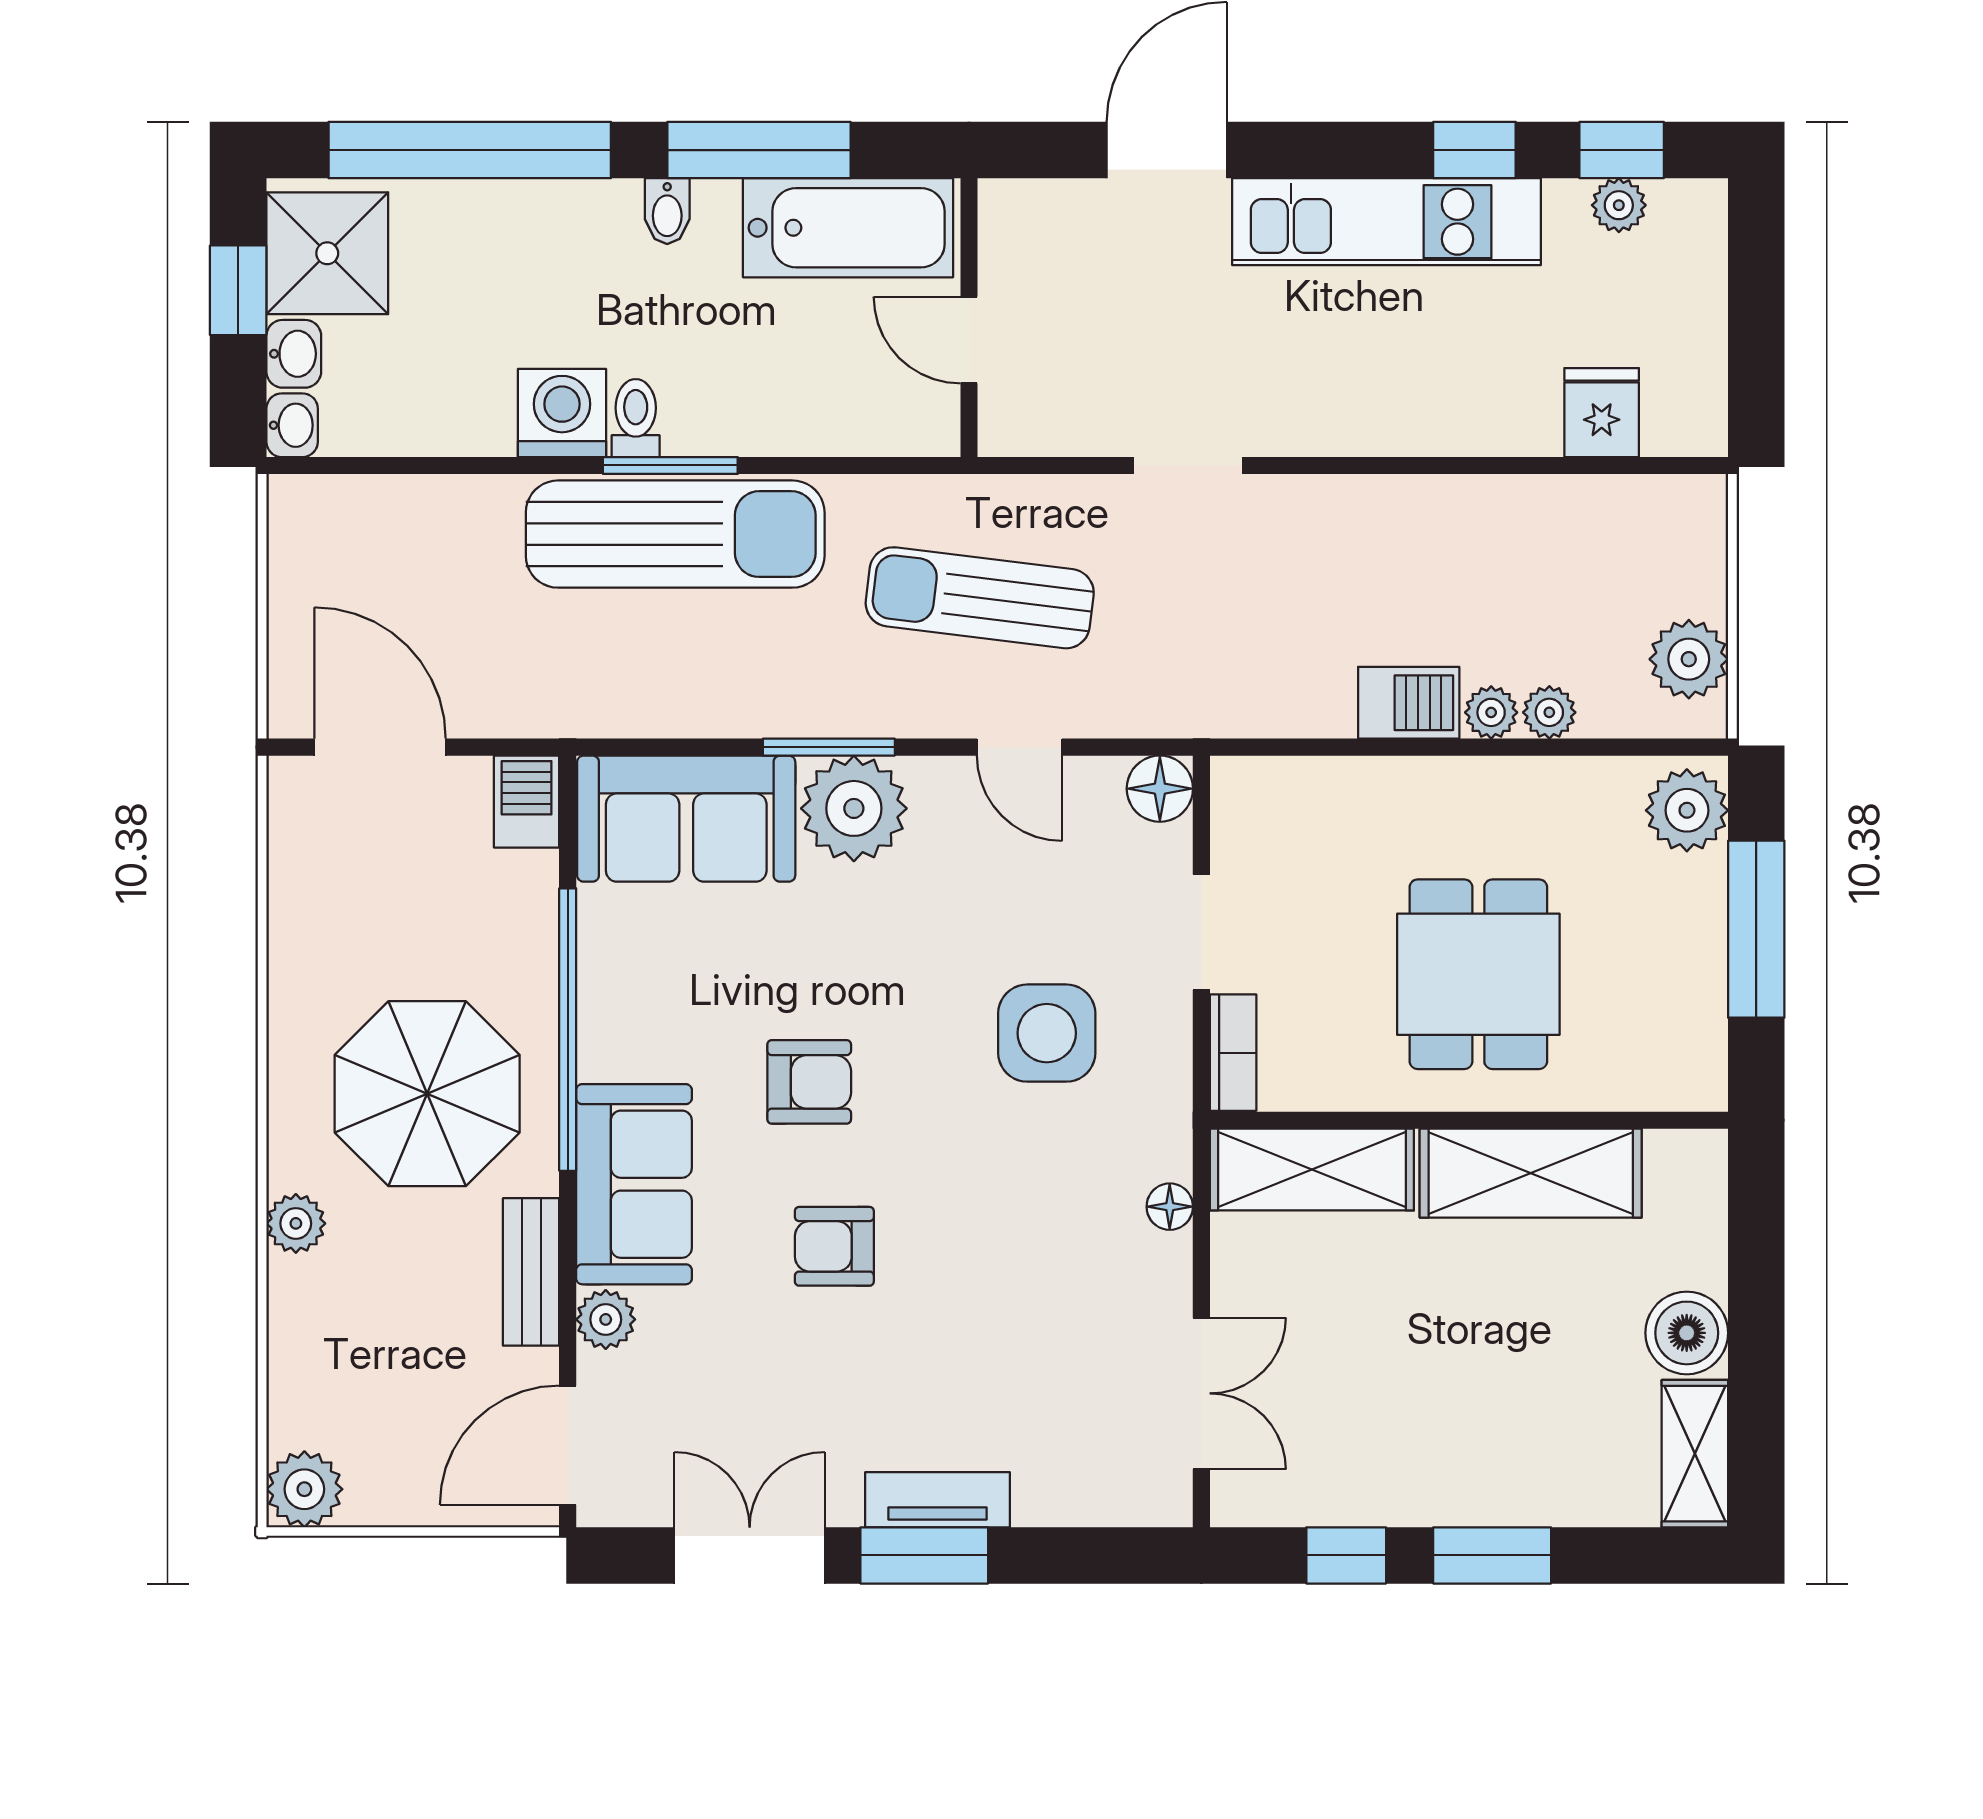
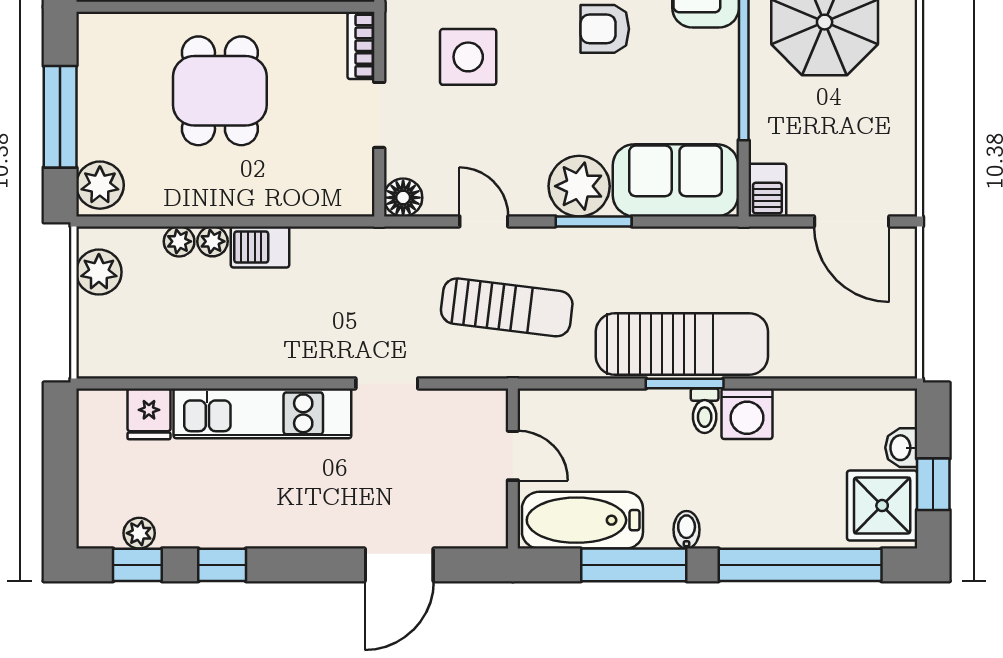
kitchen unit: (1387, 222) -> (262, 413), moved, turned 180
washbasin: (292, 425) -> (902, 407), removed
sun lounger: (675, 534) -> (682, 344), turned 180

